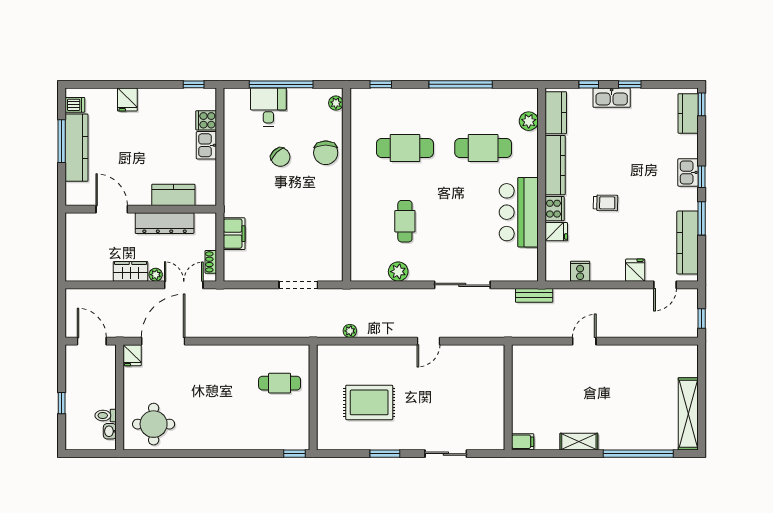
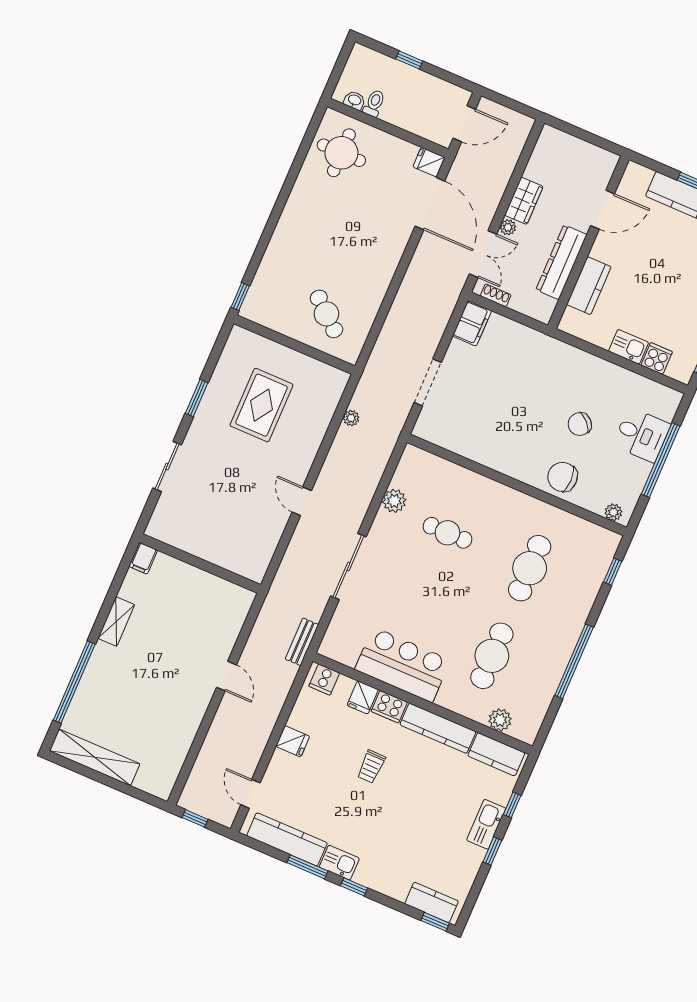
kitchen sink: (688, 172) -> (339, 863), moved
filing cabinet: (234, 234) -> (472, 323), moved, turned -90
fridge: (635, 270) -> (293, 741), moved
cooker: (580, 271) -> (324, 679), moved, turned 90
cafe table: (280, 383) -> (326, 314), turned -49

